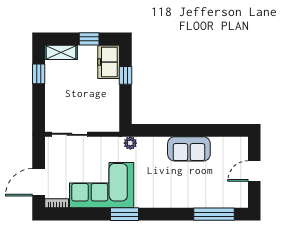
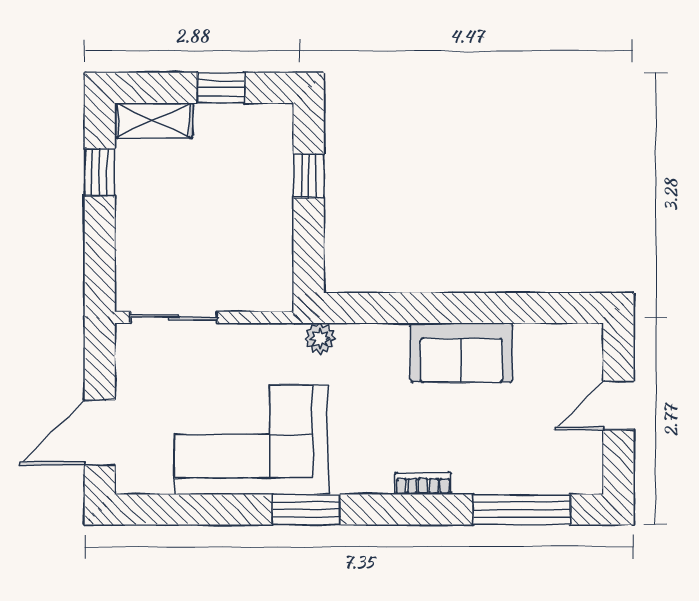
freezer: (109, 62) -> (268, 144), removed
bookcase: (57, 203) -> (423, 483), moved

